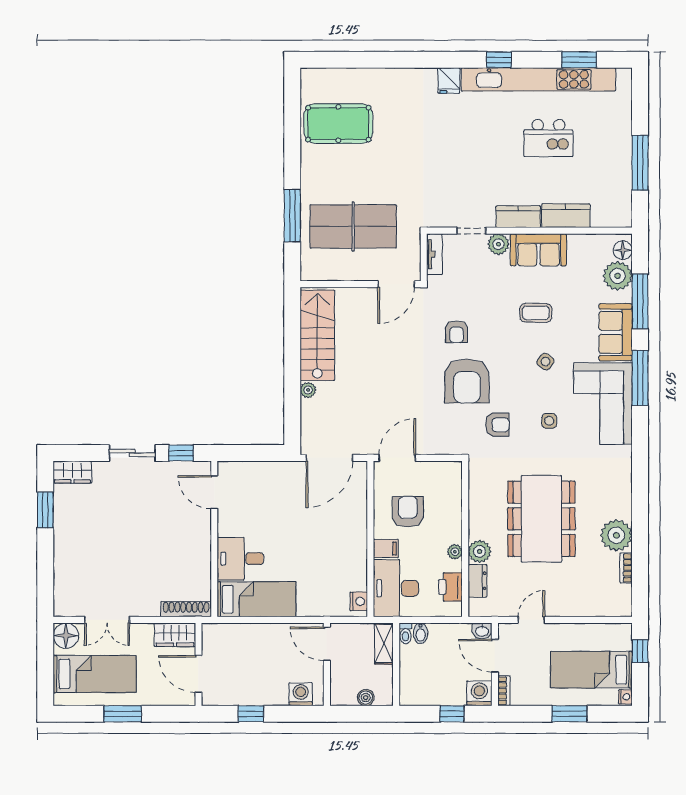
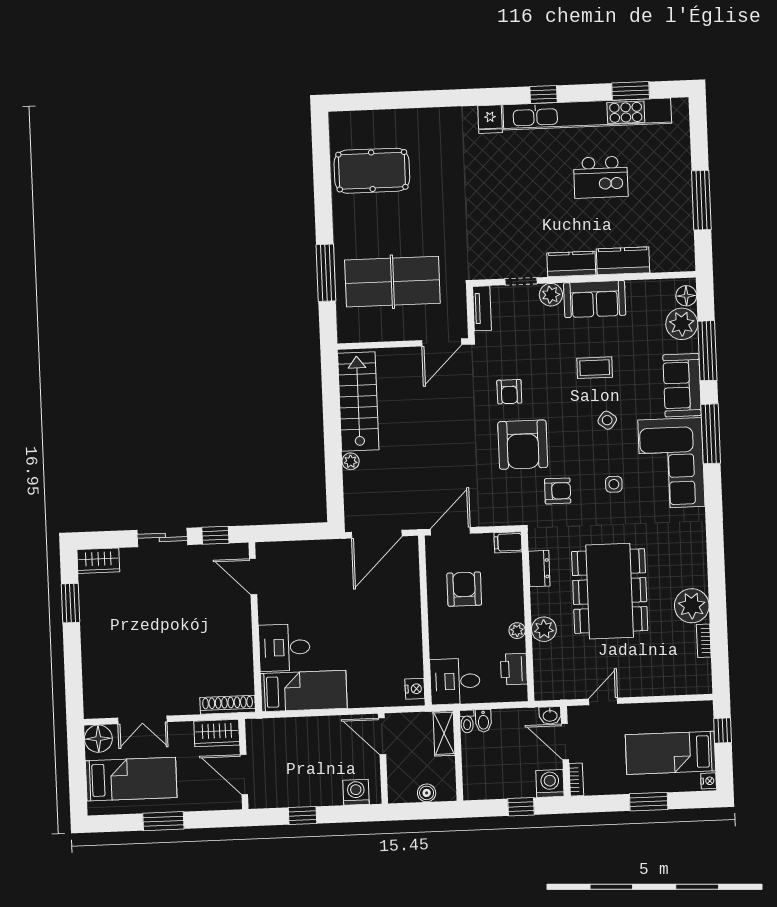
filing cabinet: (386, 549) -> (508, 542), moved, turned 180
dresser: (477, 581) -> (539, 569), moved
desk: (396, 588) -> (455, 681), width x0.73

